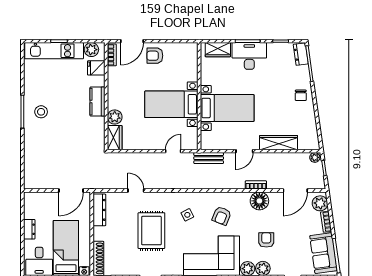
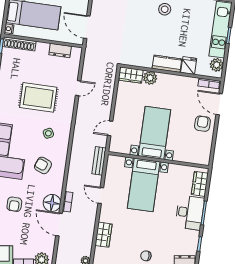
fridge: (96, 68) -> (189, 66), moved
wardrobe: (279, 143) -> (103, 235), width x0.67
door: (173, 151) -> (110, 128), swing flipped
door: (295, 190) -> (59, 225), moved
dresser: (99, 210) -> (60, 50), width x0.70
armchair: (266, 240) -> (14, 204), turned 90

